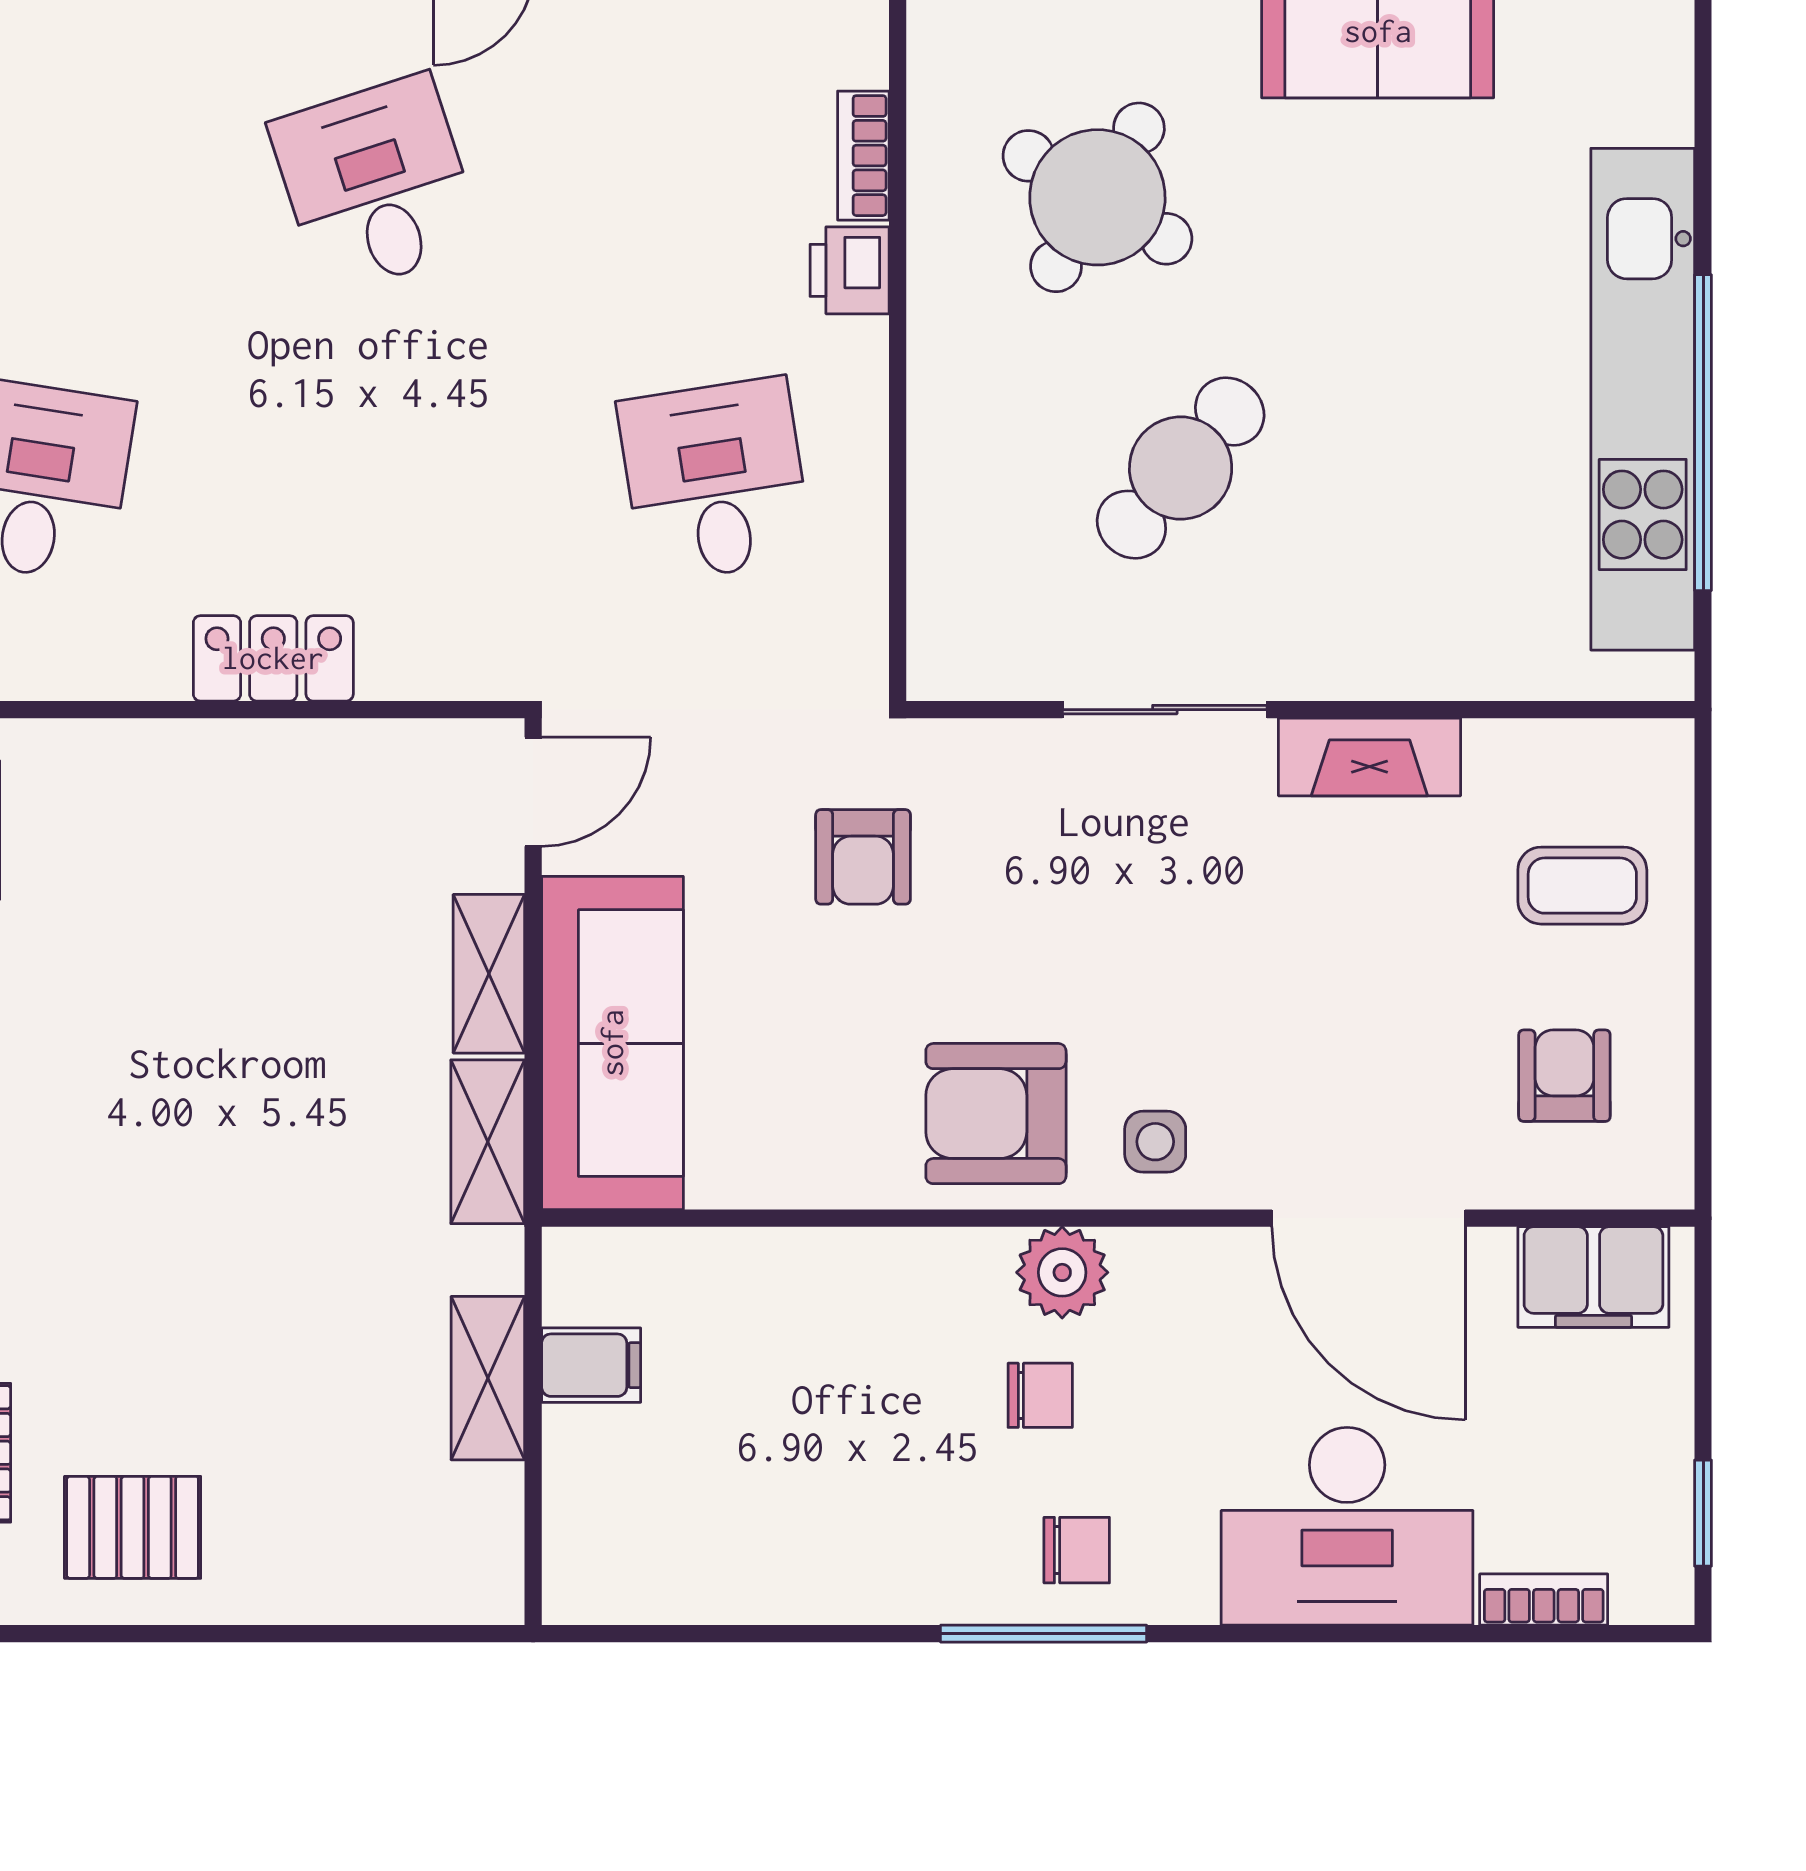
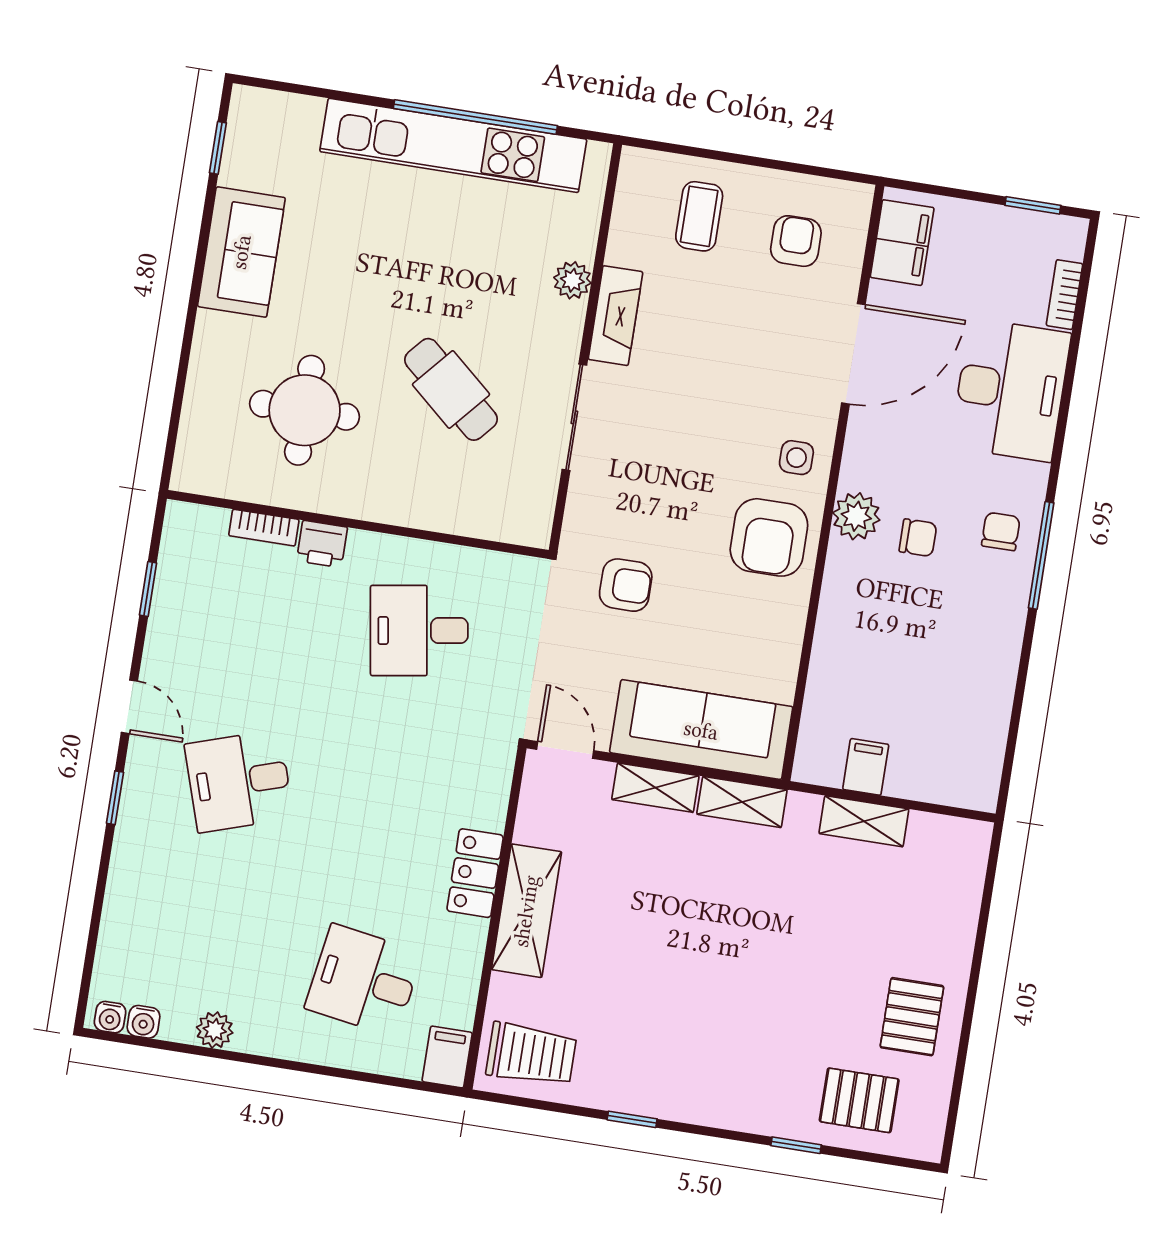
round table: (1097, 197) -> (305, 410), turned -31
plant: (1423, 665) -> (572, 280), added
shelving: (218, 767) -> (526, 911), added
armchair: (1564, 1076) -> (796, 241), turned 90
chair: (1040, 1395) -> (918, 538), turned 90

